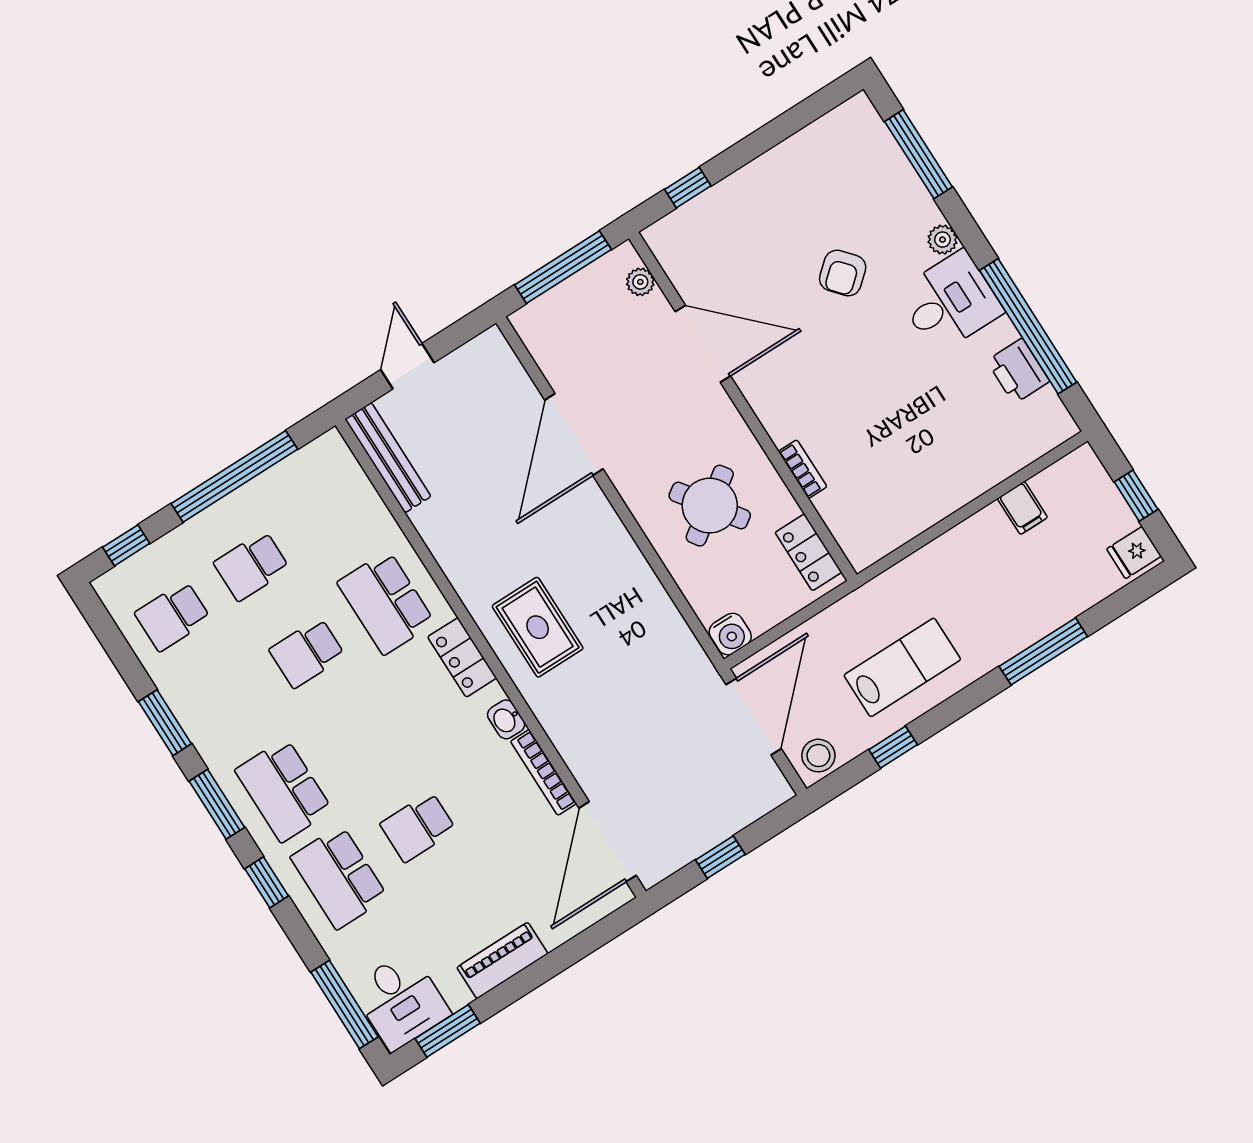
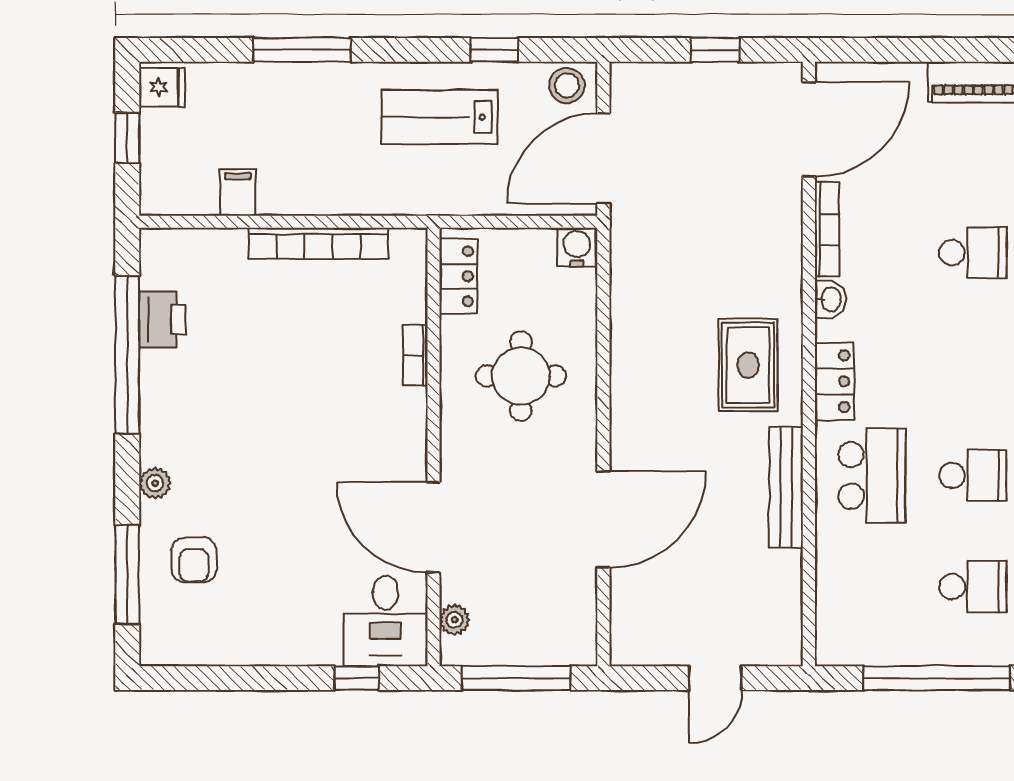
armchair: (843, 273) -> (194, 560), moved, turned 131
desk: (950, 302) -> (385, 621), moved, turned -90
bench: (388, 458) -> (786, 487), moved
round table: (710, 506) -> (521, 376), turned 35
bookcase: (934, 508) -> (318, 243), added

